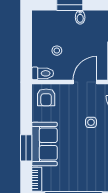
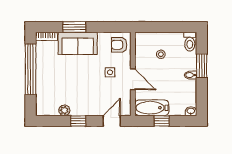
toilet: (43, 73) -> (190, 42), moved
side table: (91, 122) -> (110, 72), moved

